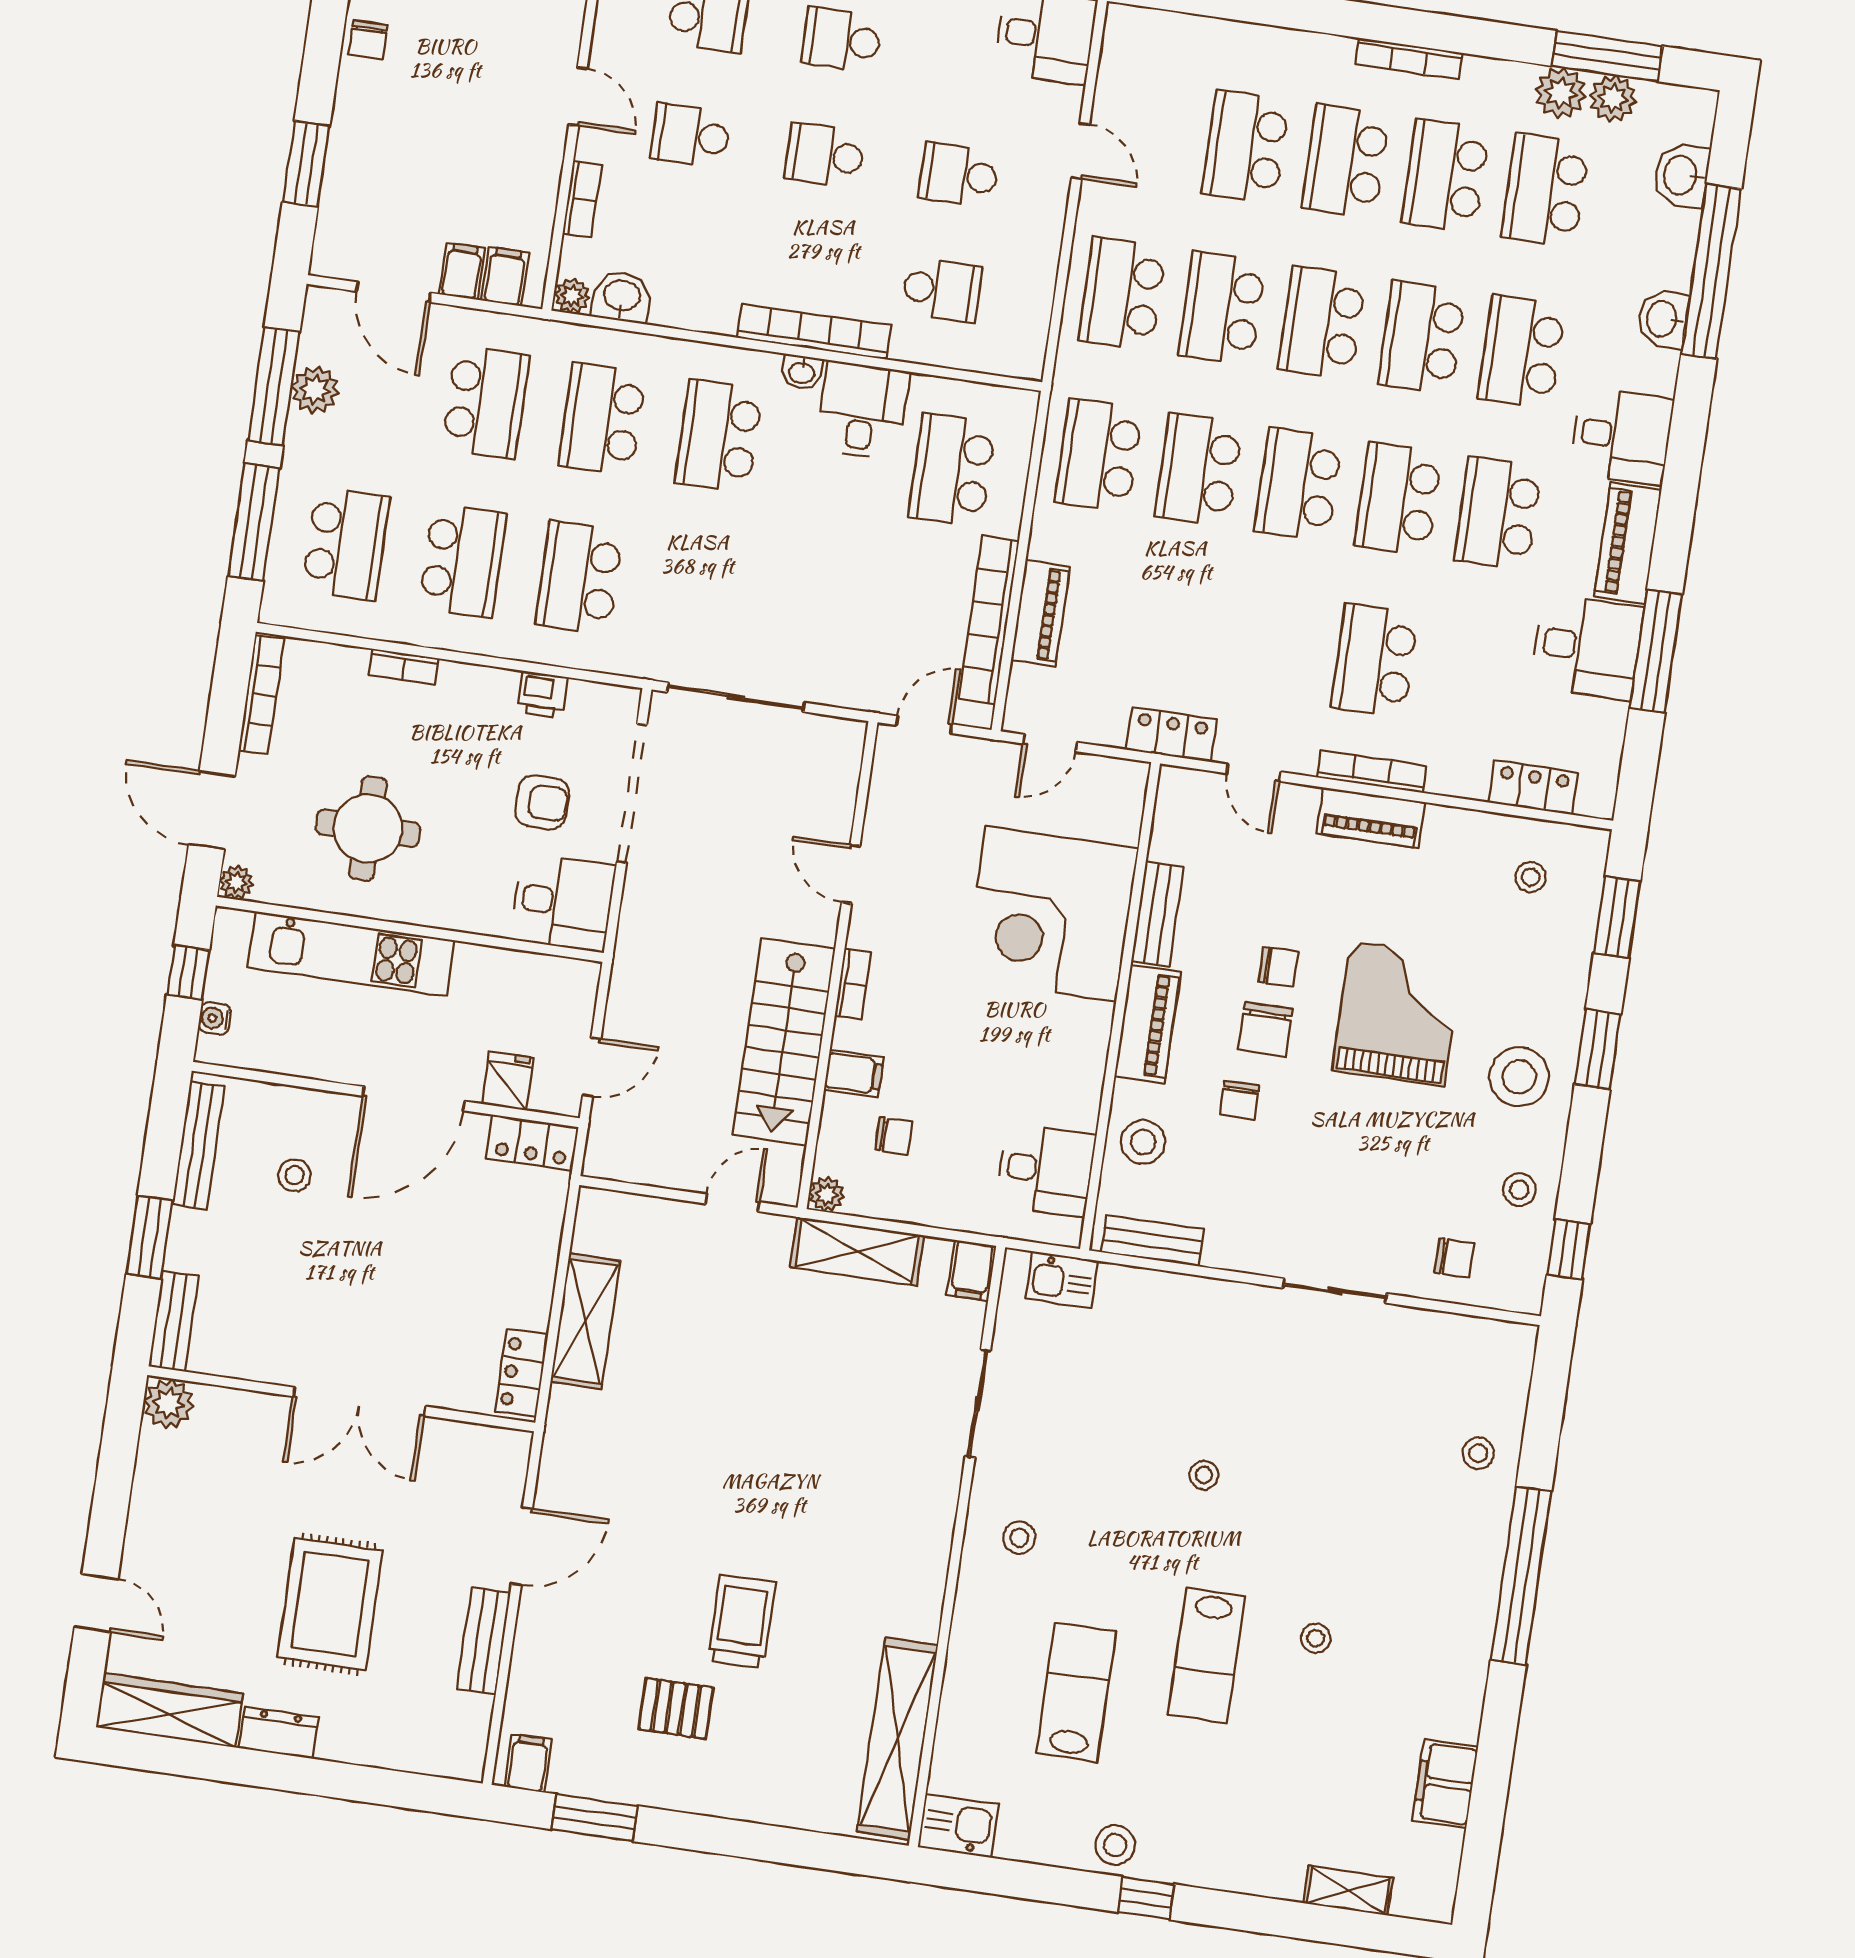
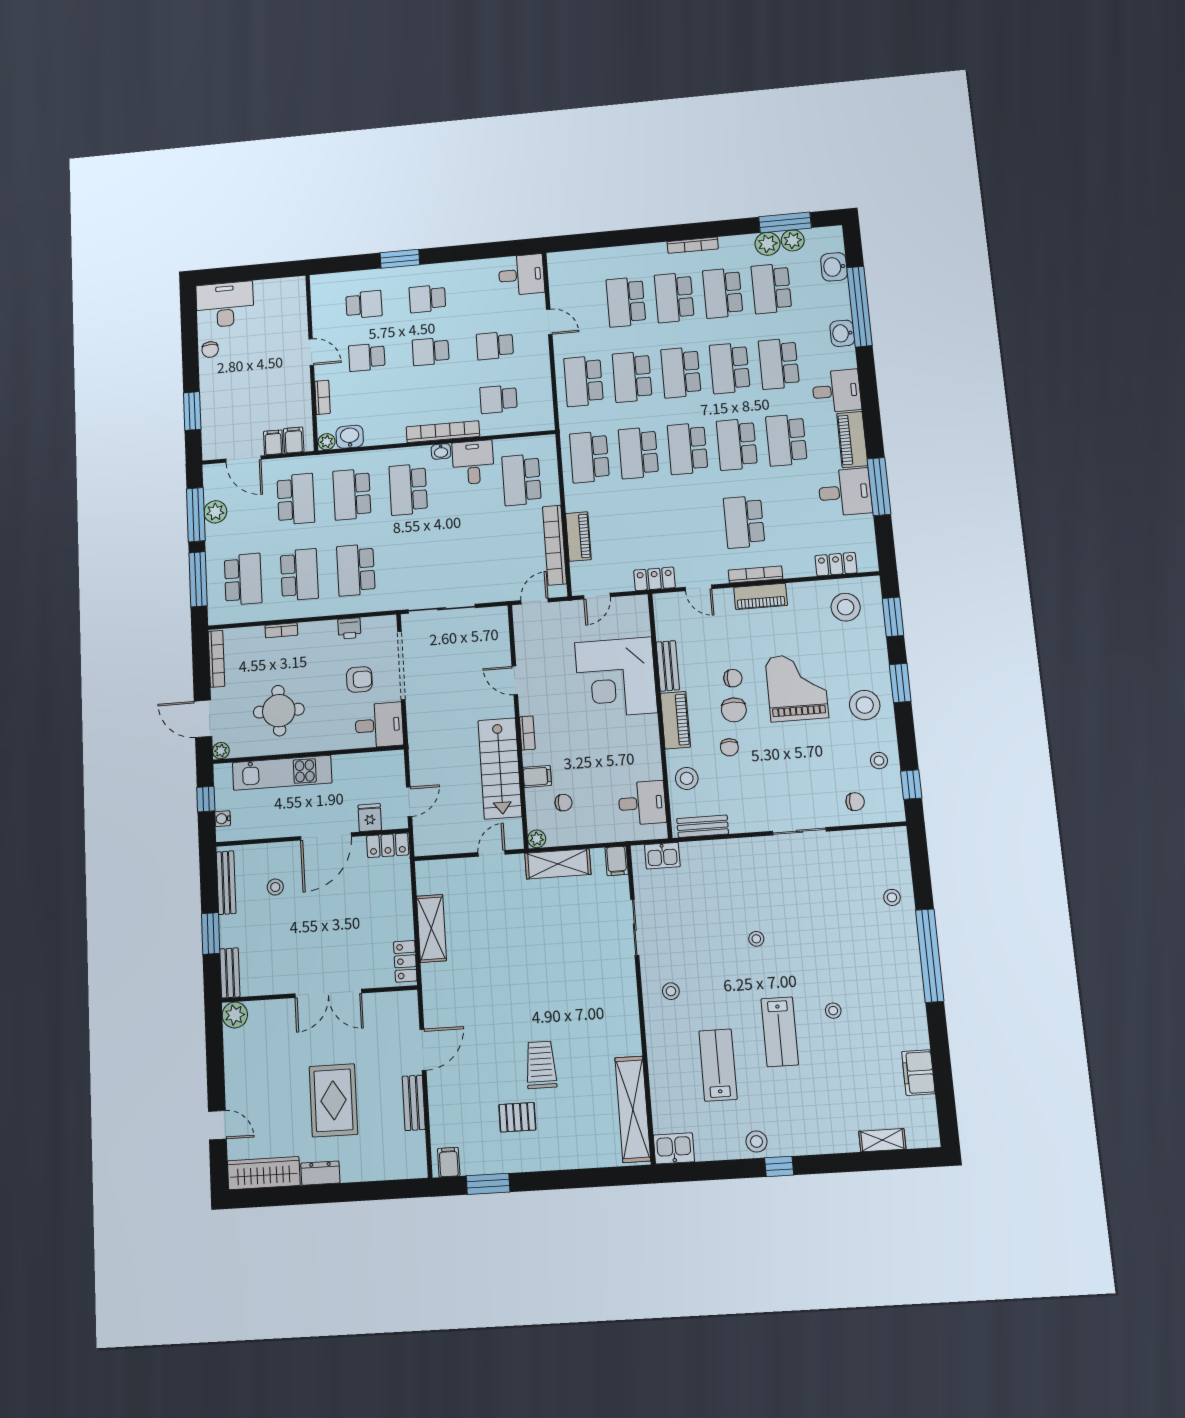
school desk: (942, 290) -> (499, 399), turned 180
stool: (1531, 877) -> (846, 607), width x1.89, depth x1.89

